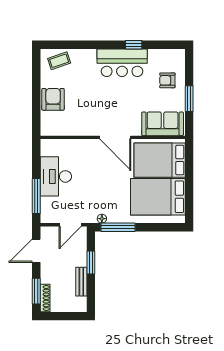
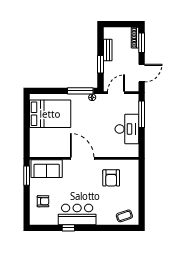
armchair: (53, 99) -> (111, 178), moved
window: (189, 99) -> (27, 176), moved
bed: (160, 160) -> (49, 141), removed

